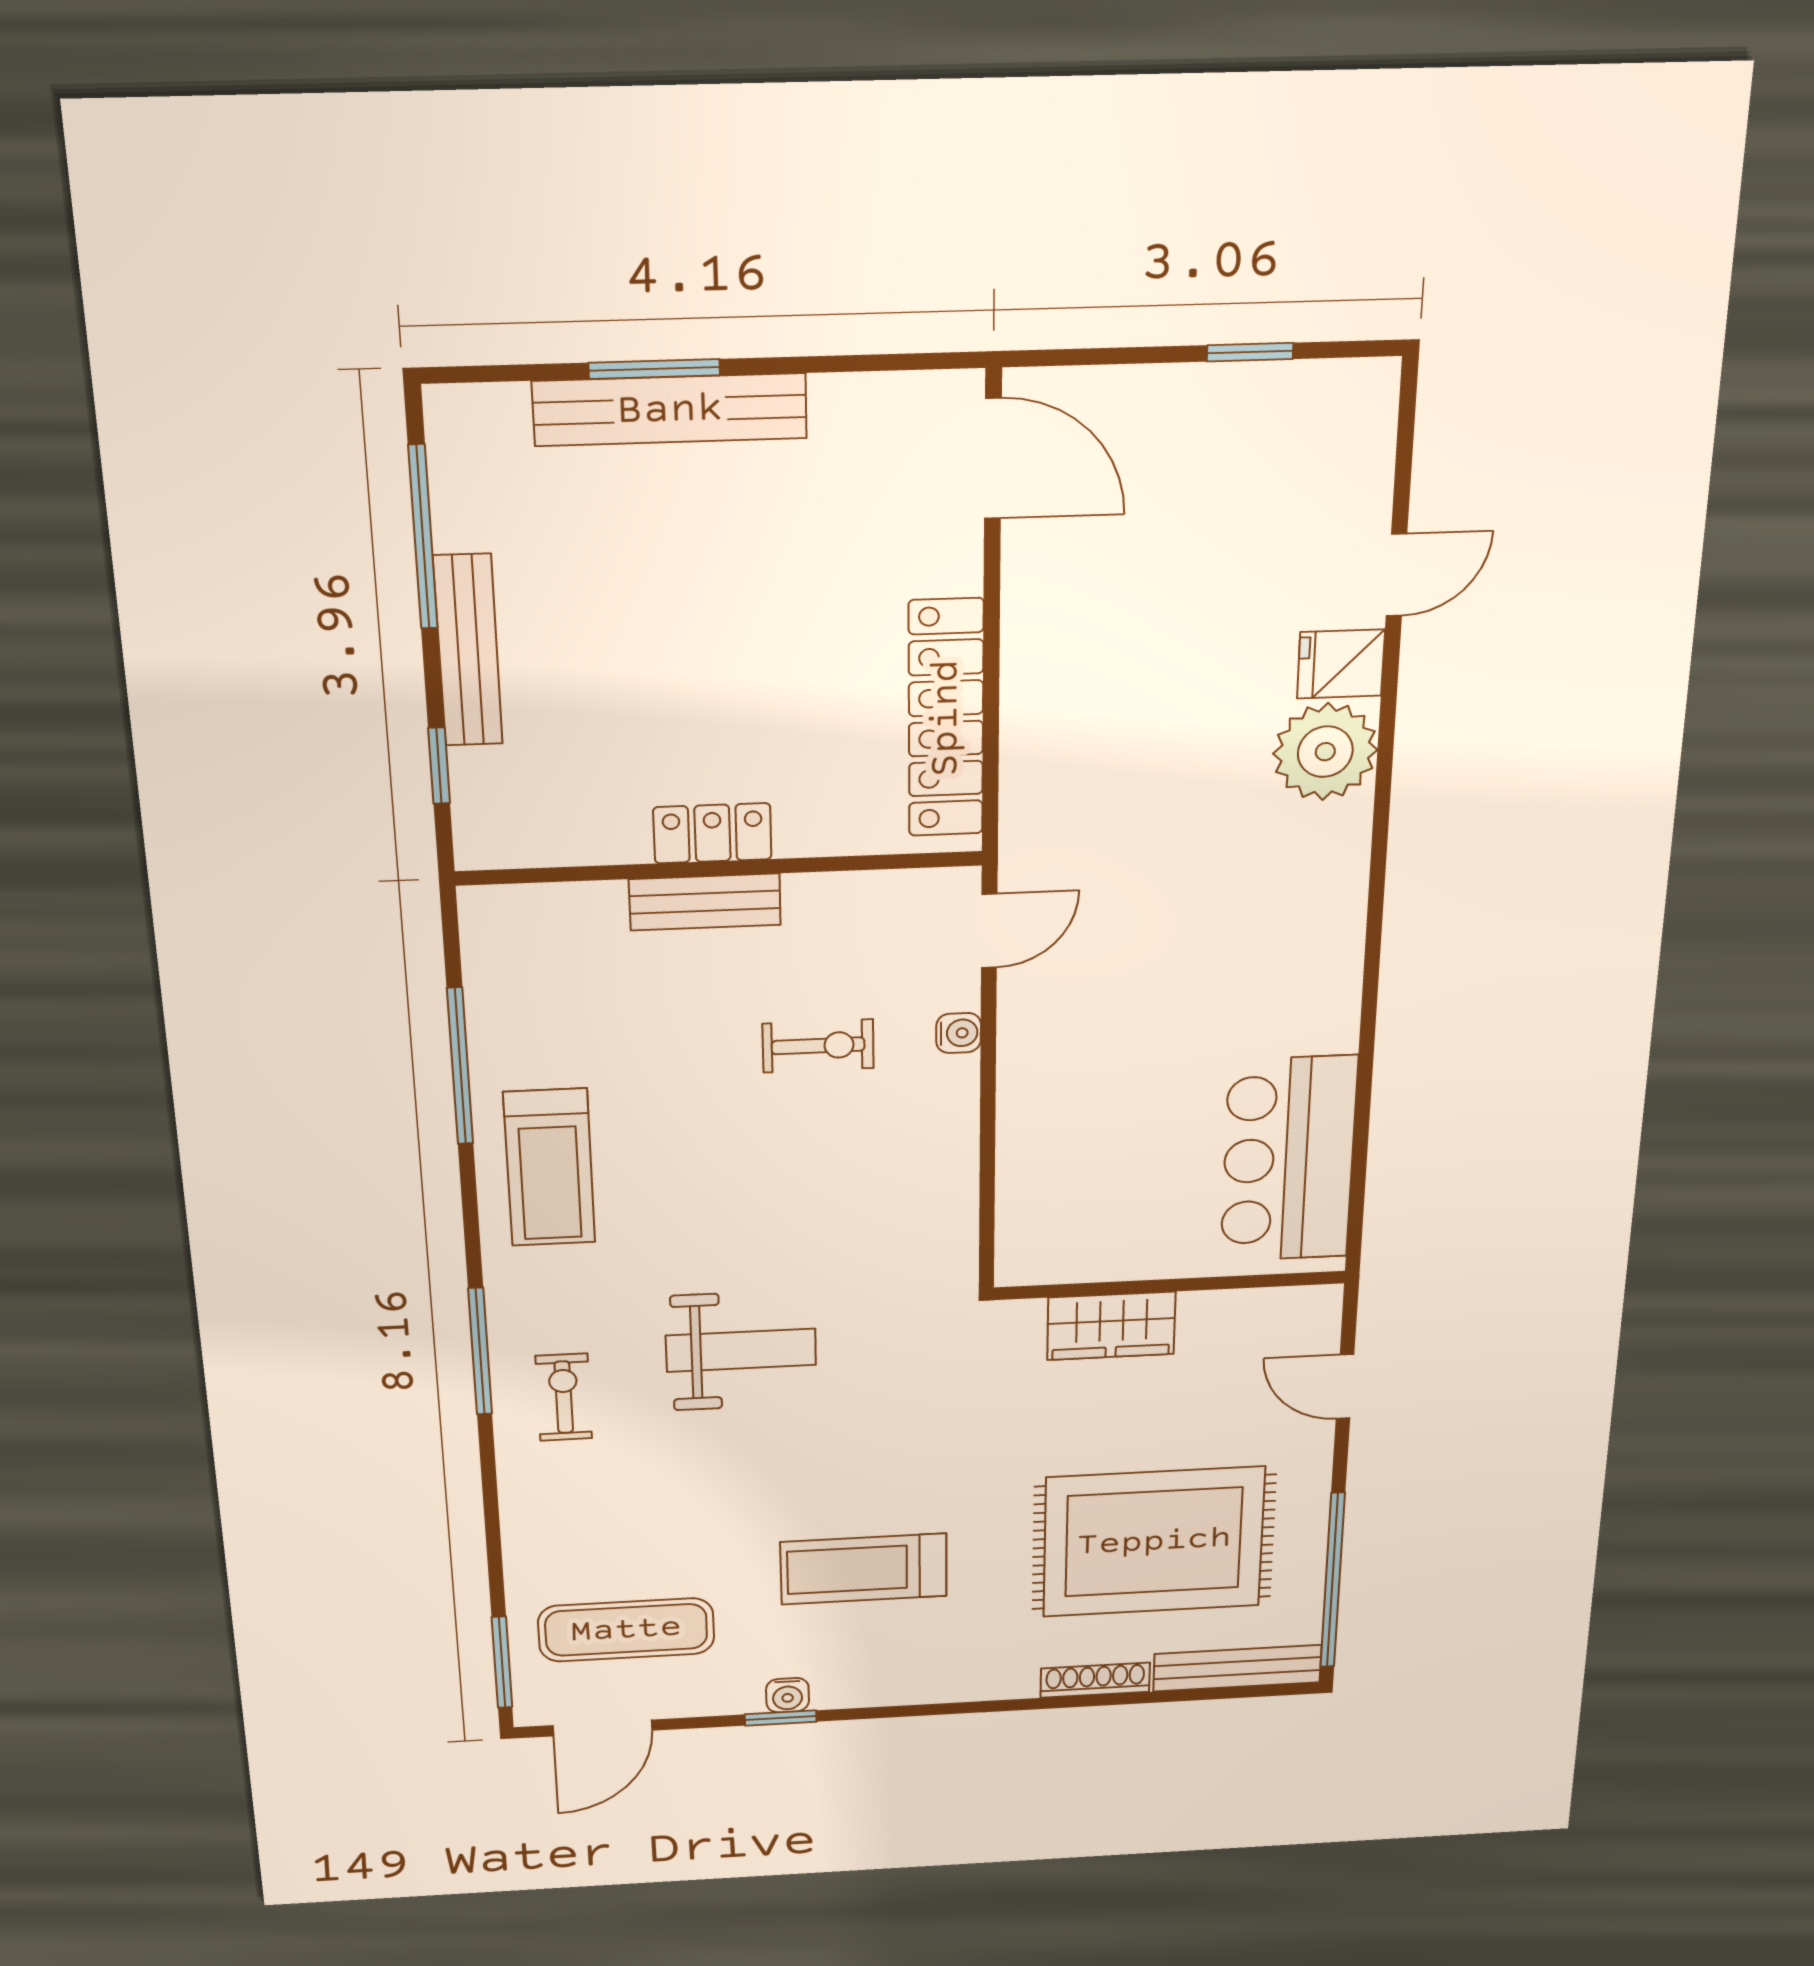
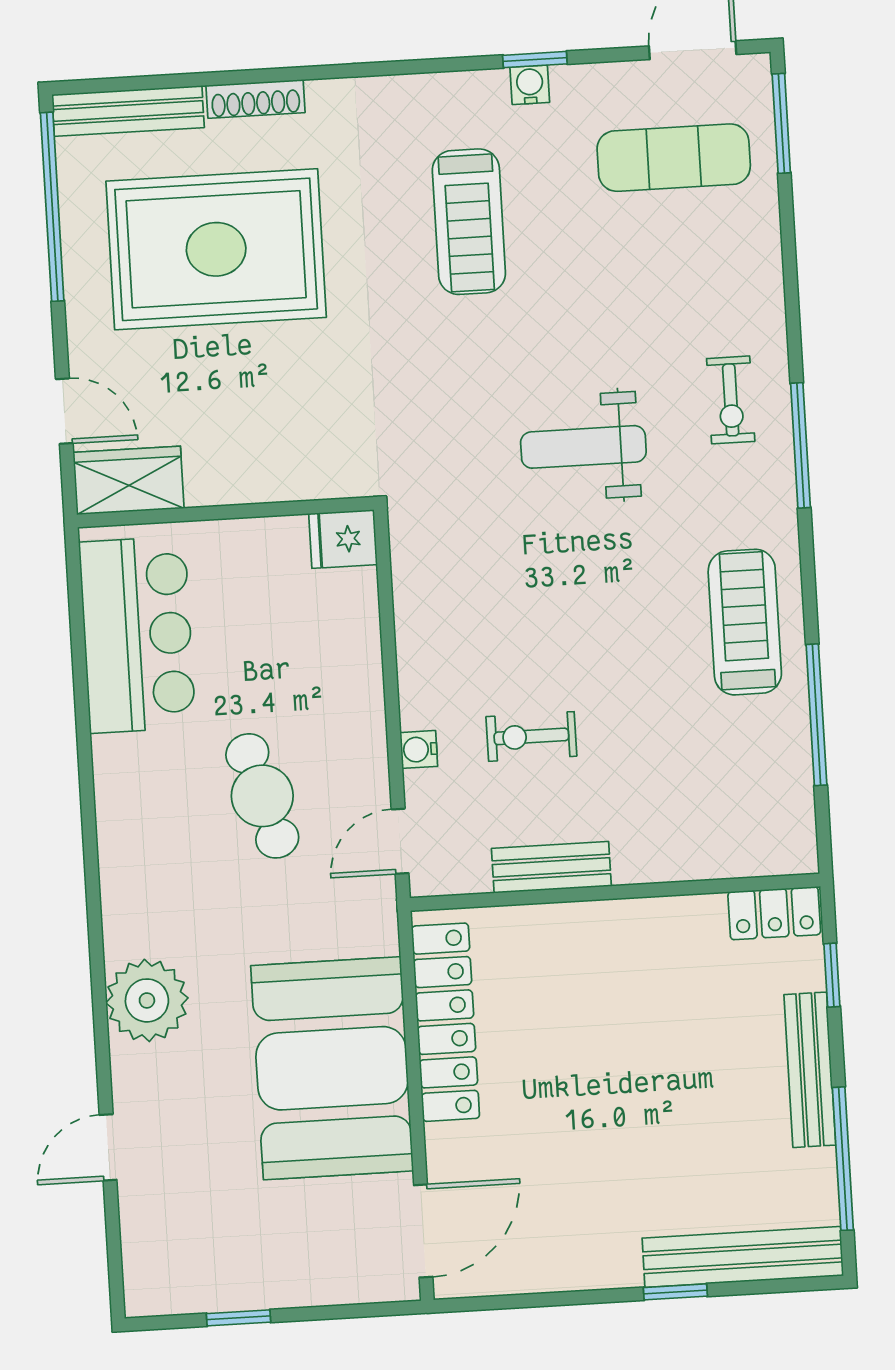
window: (654, 369) -> (675, 1292), width x0.67
bench: (670, 410) -> (743, 1257), moved
door: (993, 459) -> (423, 1231), swing flipped
fridge: (1341, 664) -> (343, 539), moved, turned 180
booth: (1097, 666) -> (332, 1068), added
locker: (712, 833) -> (774, 913), moved
bench: (705, 902) -> (551, 867), moved
cafe table: (1156, 984) -> (262, 796), added
wardrobe: (1111, 1326) -> (129, 480), moved
treadmill: (864, 1569) -> (469, 222), turned 90

